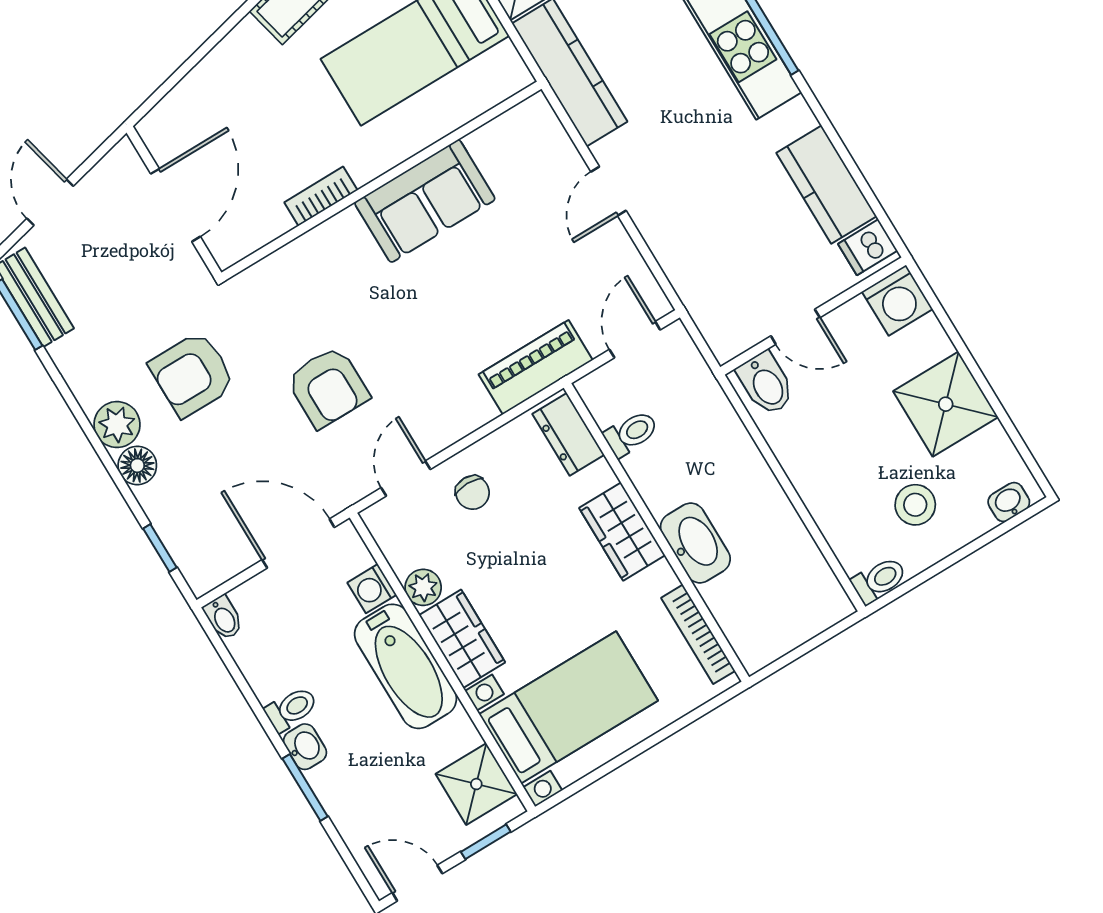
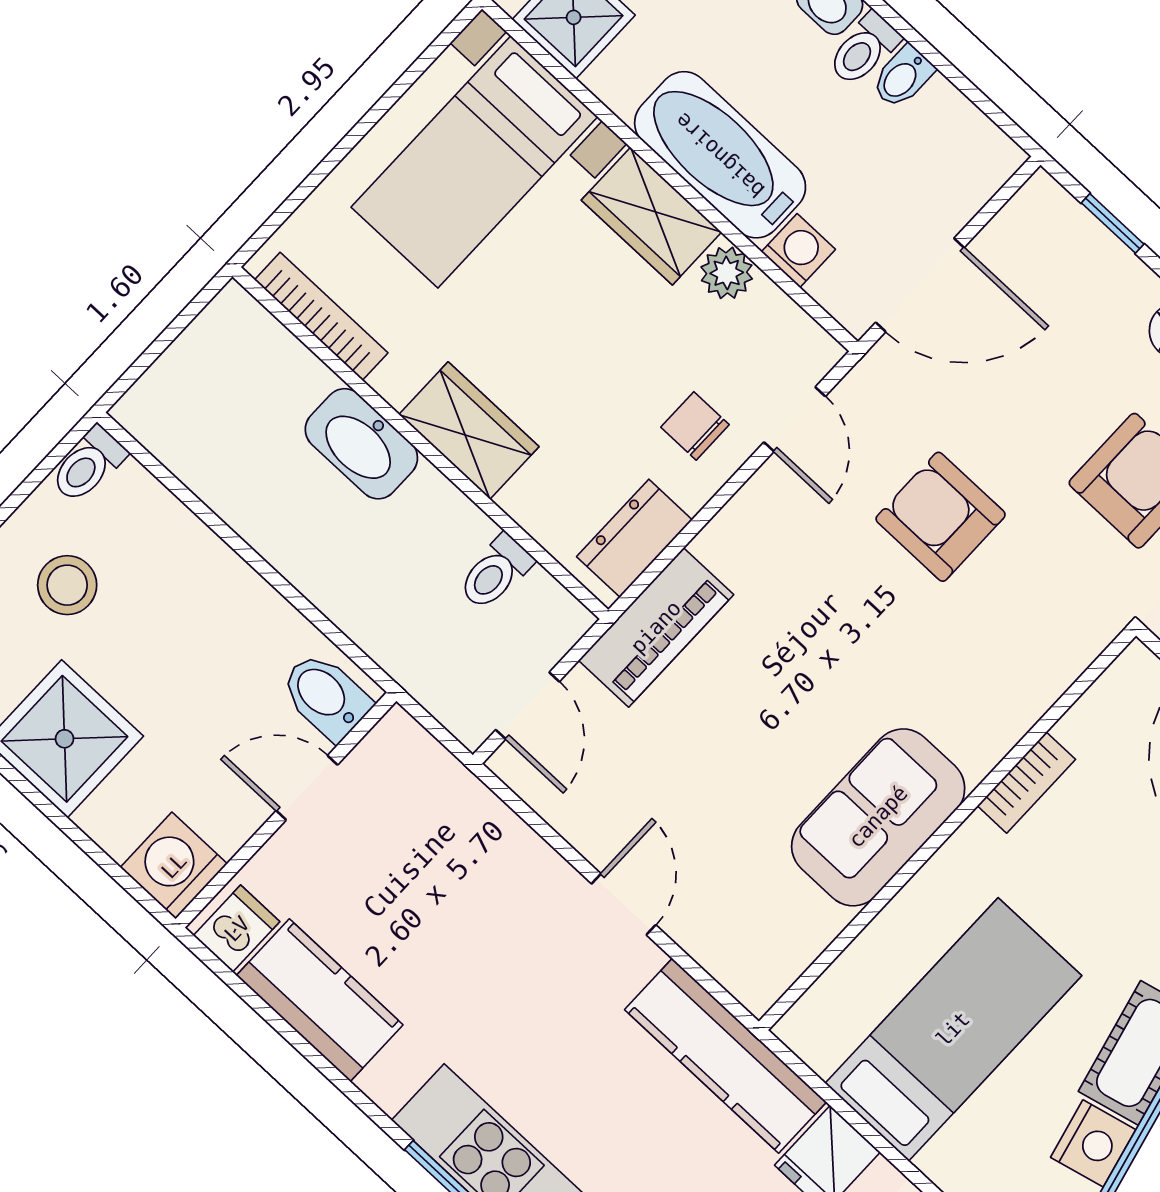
dresser: (568, 434) -> (634, 538), moved, turned -90
bidet: (223, 618) -> (903, 77), moved, turned -90

